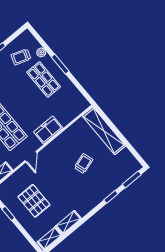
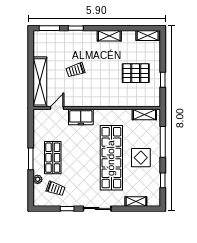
door: (31, 157) -> (57, 108), moved
pallet: (34, 201) -> (136, 73), turned 90
shelving: (68, 222) -> (109, 36), moved

